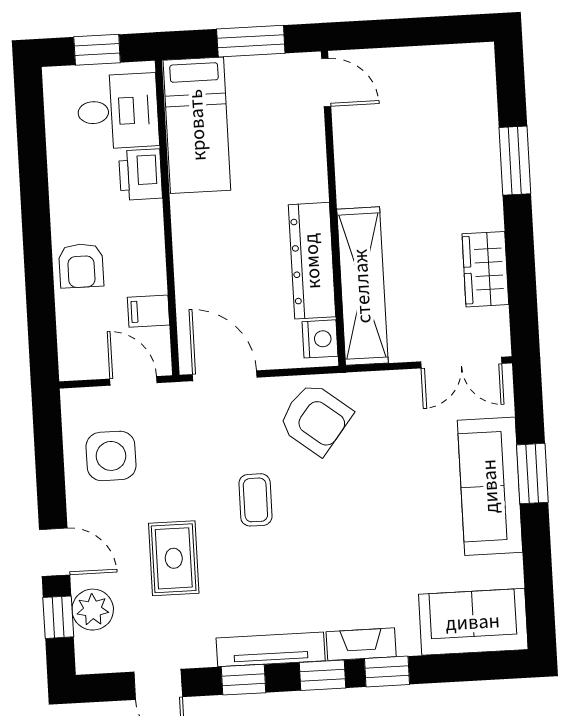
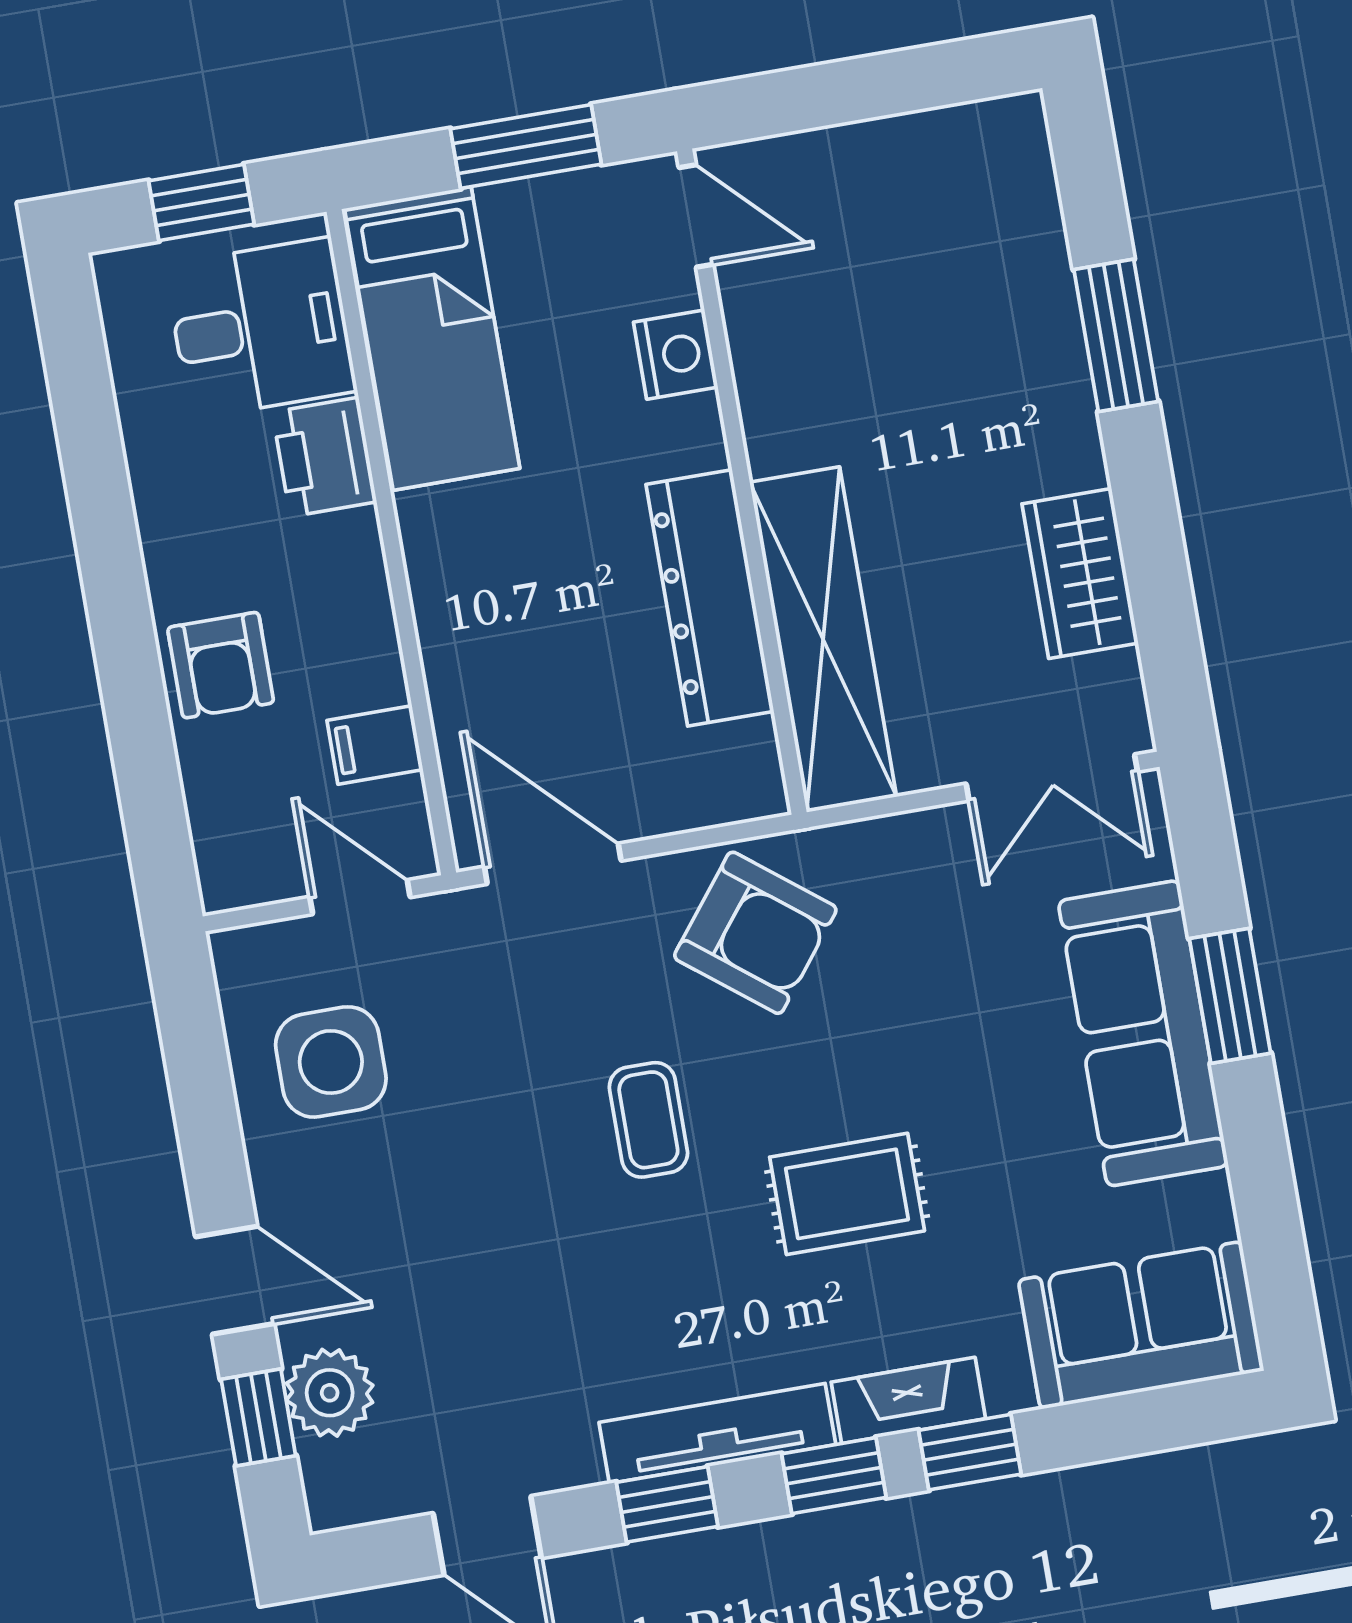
nightstand: (320, 339) -> (676, 355), moved
rug: (174, 558) -> (847, 1194), moved, turned 90

